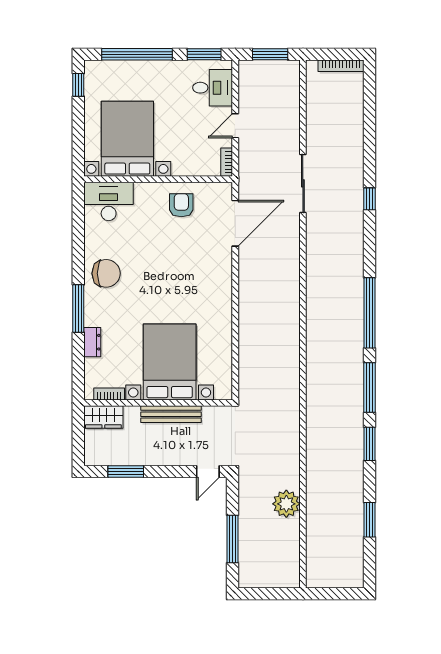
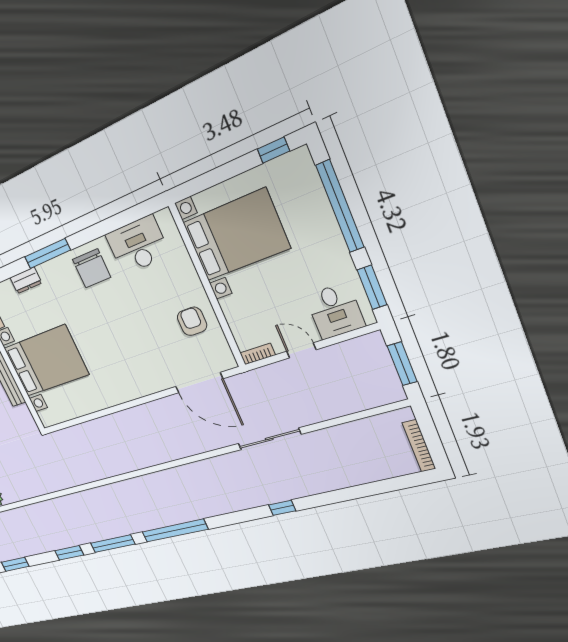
desk: (109, 201) -> (138, 245), moved, turned -90
armchair: (181, 205) -> (192, 321), turned -90

